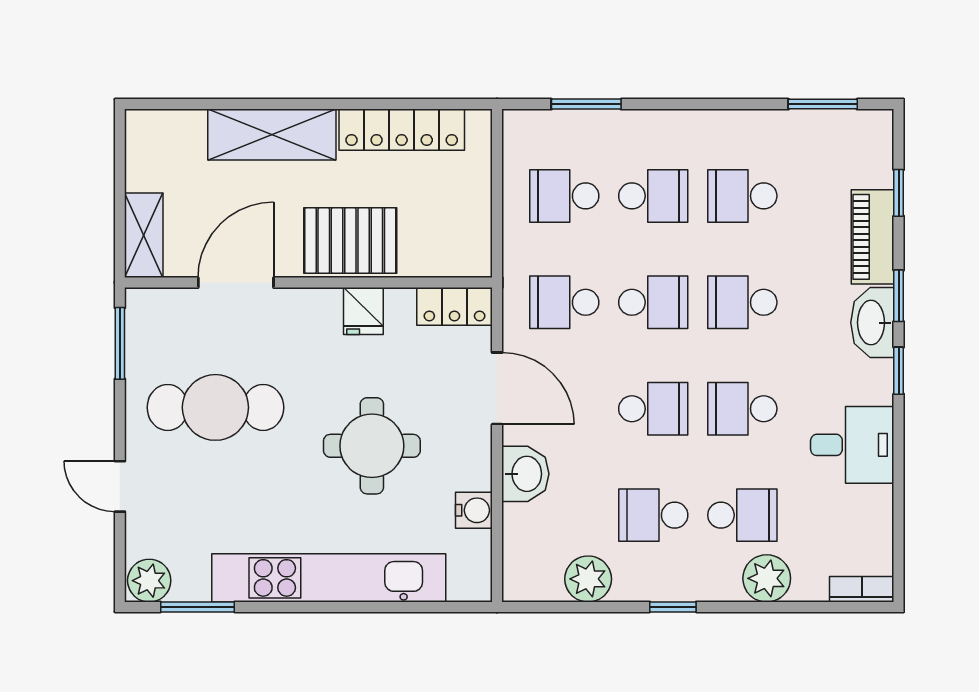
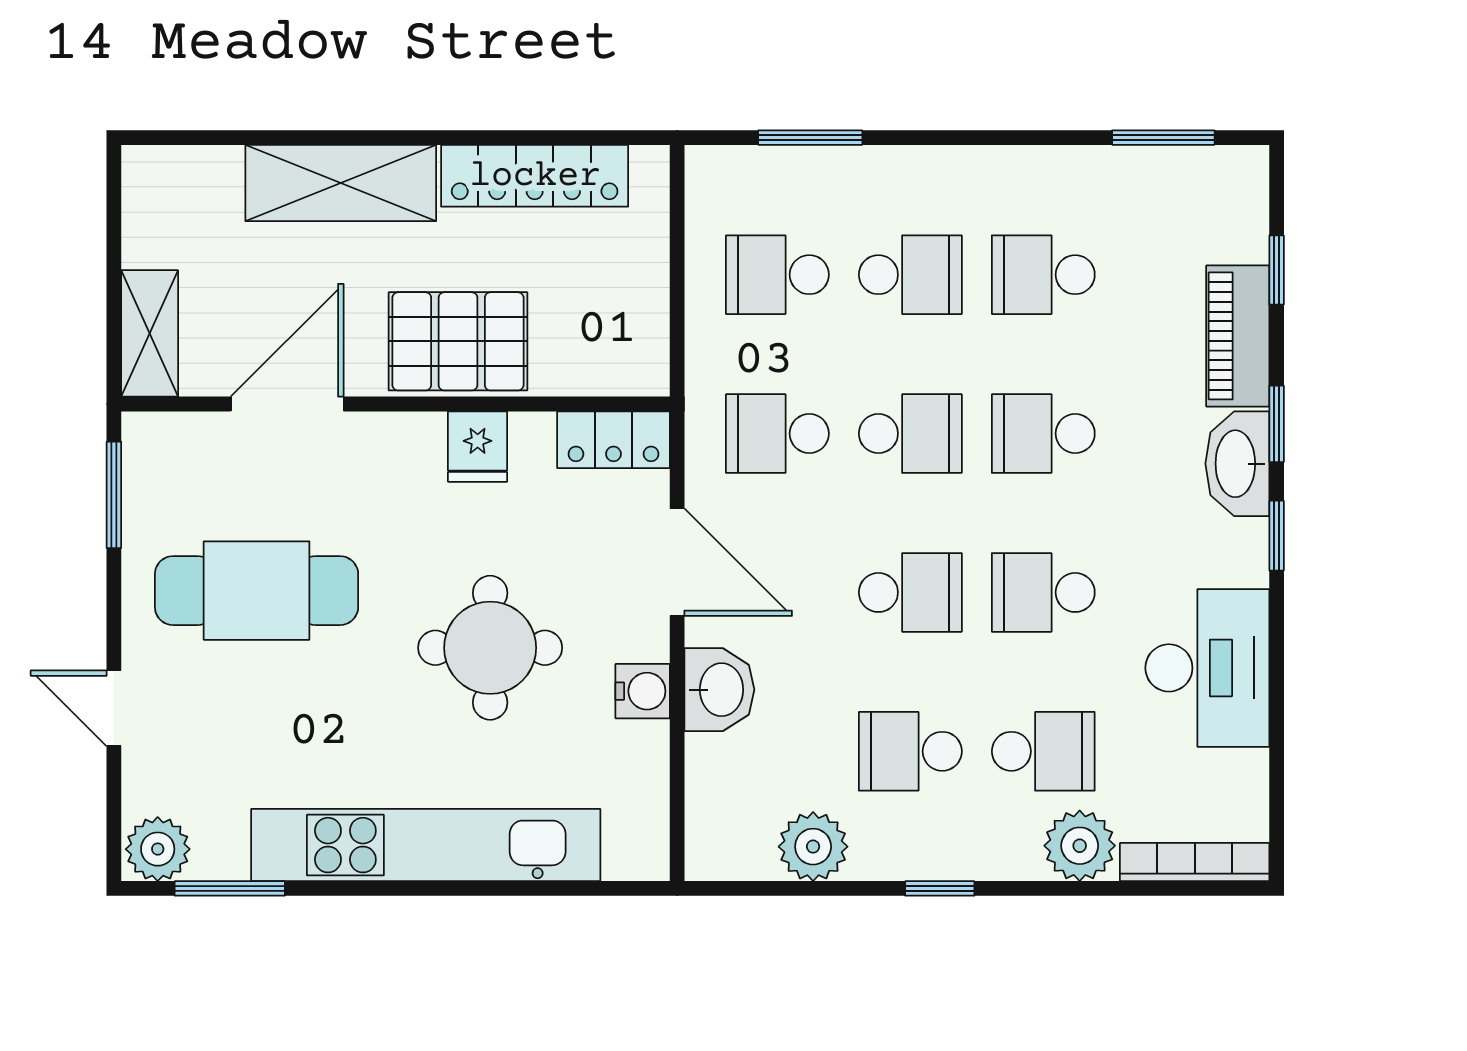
desk: (852, 445) -> (1207, 668), width x1.37
water cooler: (474, 510) -> (643, 691), moved
bookcase: (862, 589) -> (1195, 862), width x1.56

